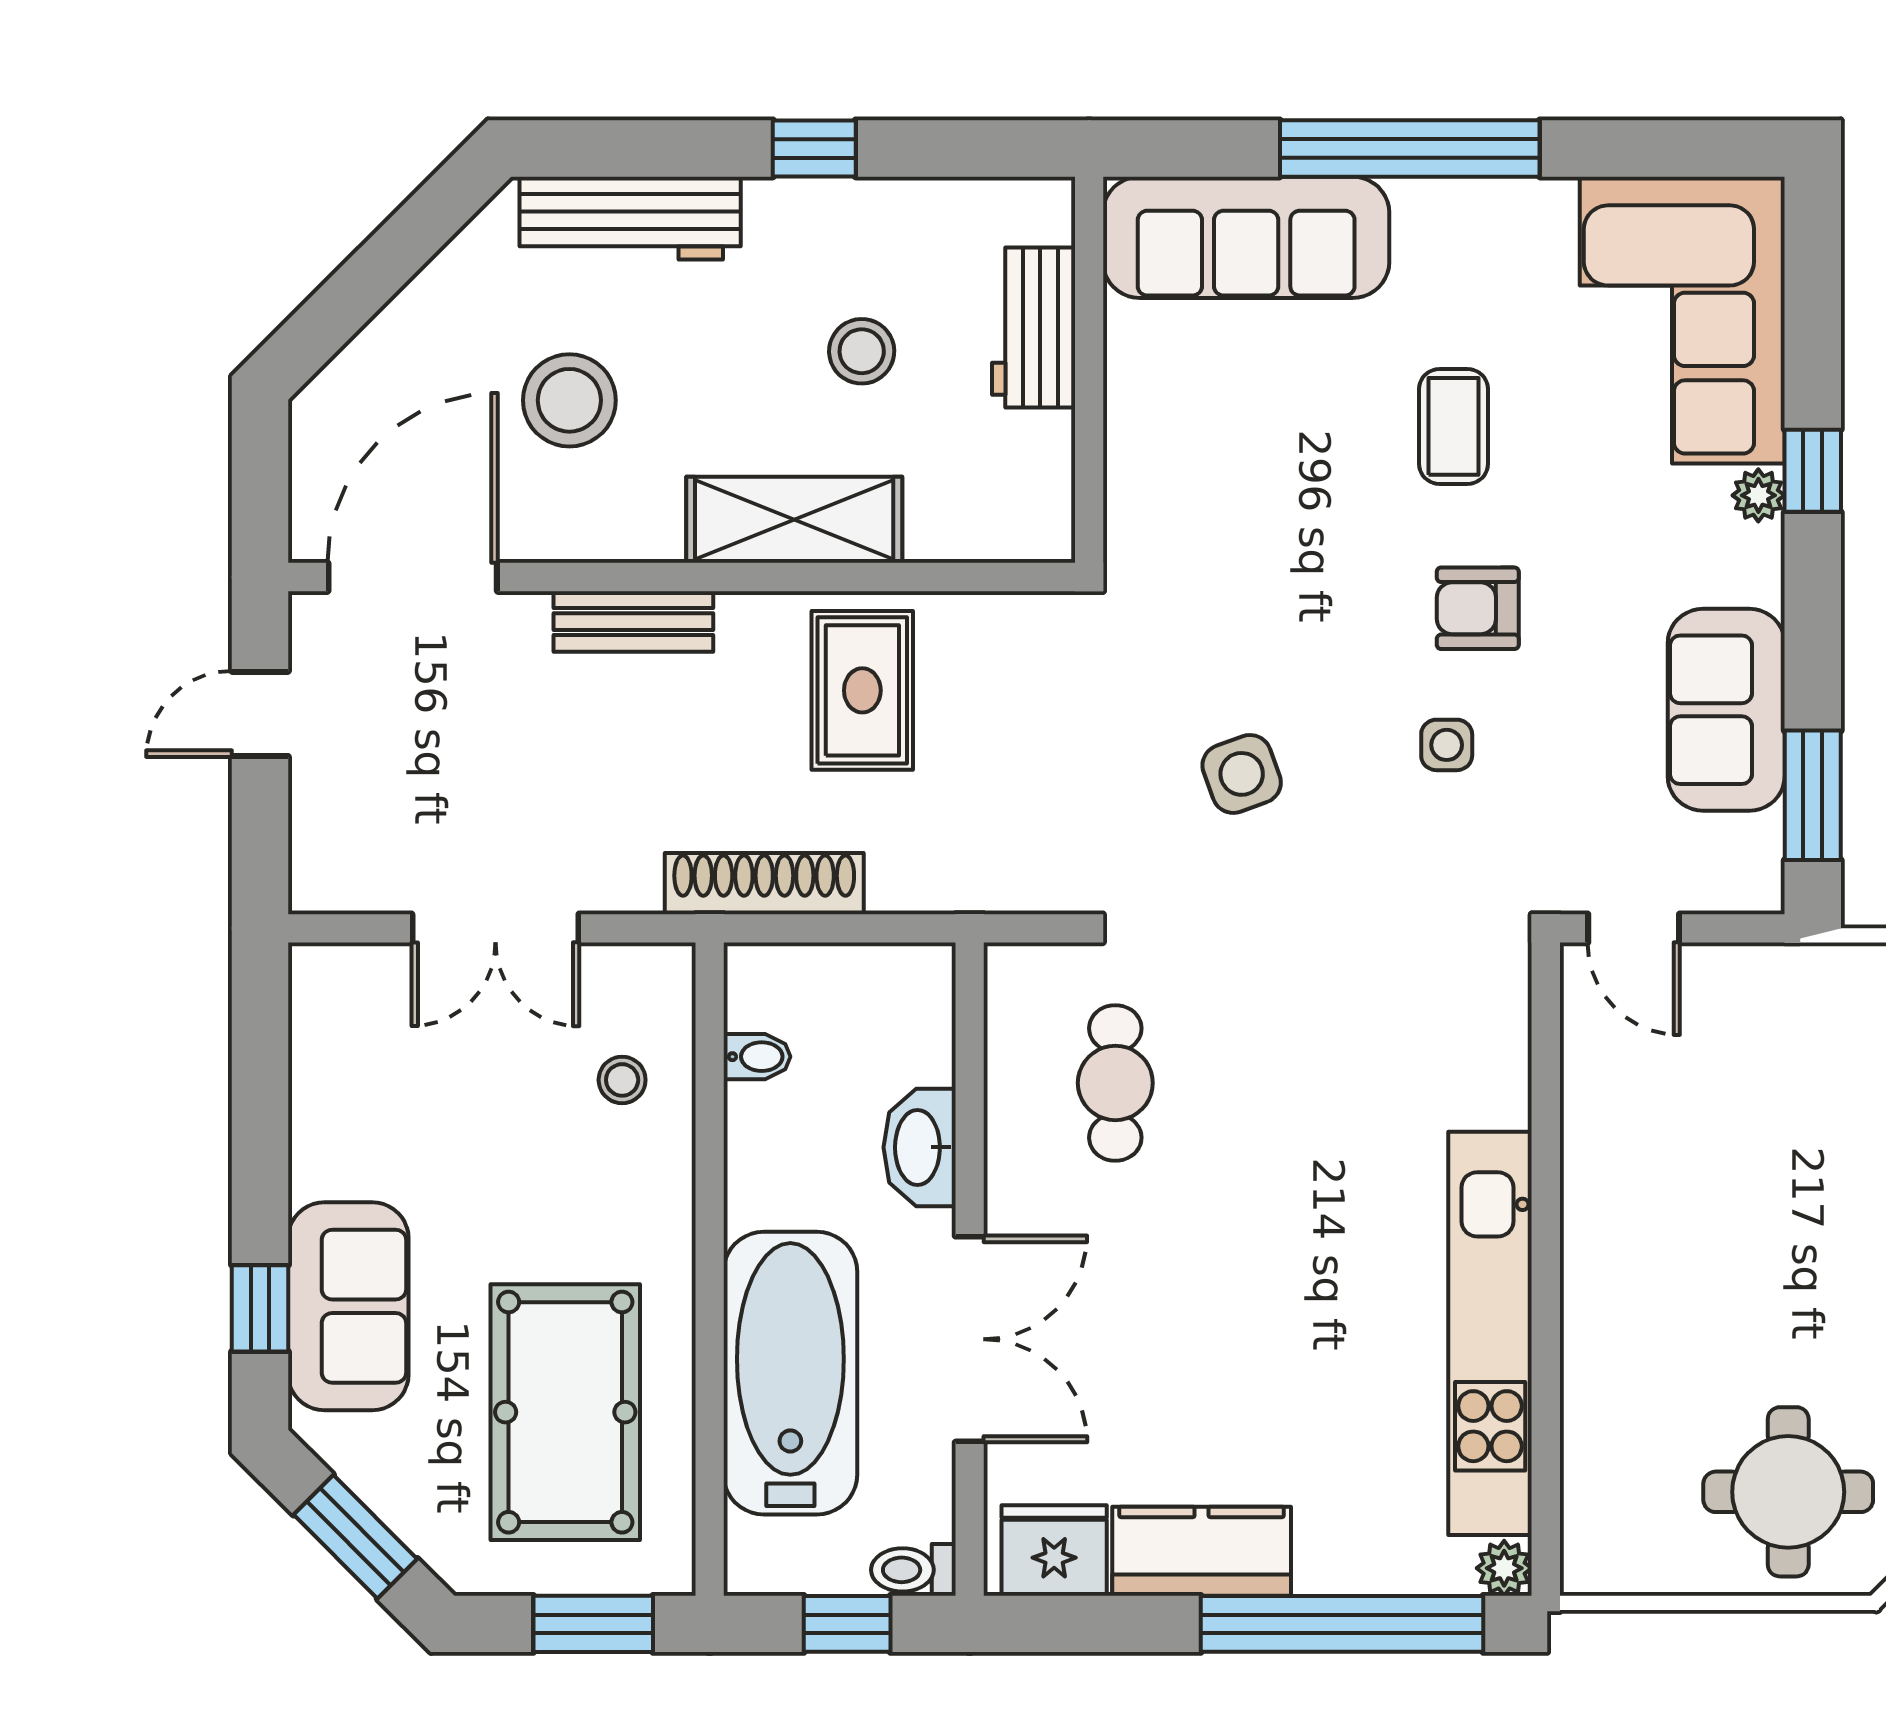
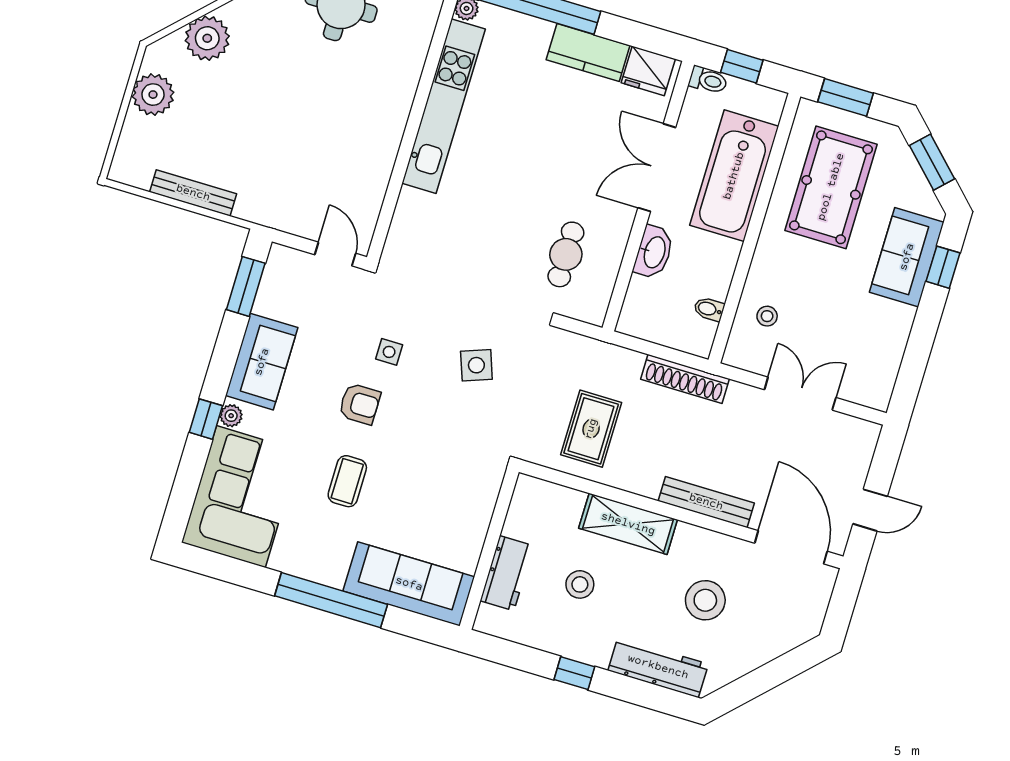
door: (413, 577) -> (791, 547), swing flipped
bench: (633, 622) -> (706, 502), width x1.36
rug: (862, 690) -> (591, 429), moved
sofa: (1726, 710) -> (262, 362), moved

